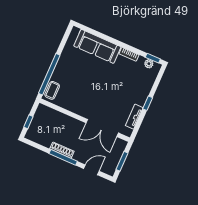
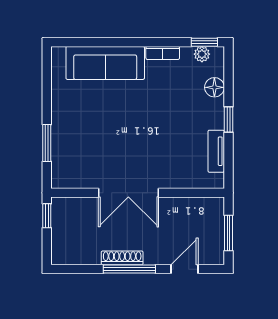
window: (49, 74) -> (47, 143), width x0.47
floor lamp: (148, 84) -> (214, 87), added
coffee table: (52, 90) -> (63, 167), removed
window: (28, 122) -> (47, 216), moved
double door: (102, 128) -> (128, 193), moved

